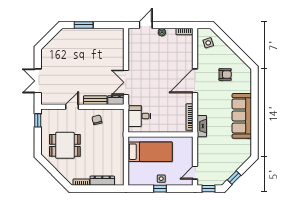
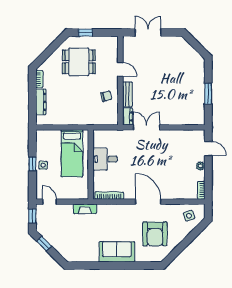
window: (84, 25) -> (208, 94), moved
armchair: (225, 75) -> (155, 234), width x1.88, depth x1.88
desk: (139, 116) -> (105, 159), moved, turned -90
sofa: (242, 116) -> (117, 252), width x0.73
window: (38, 120) -> (85, 33), moved
fireplace: (202, 126) -> (85, 209), moved
dining table: (65, 145) -> (79, 62), turned 90

